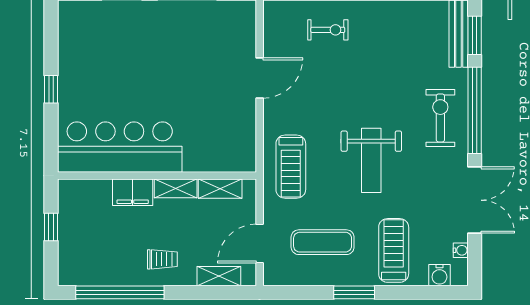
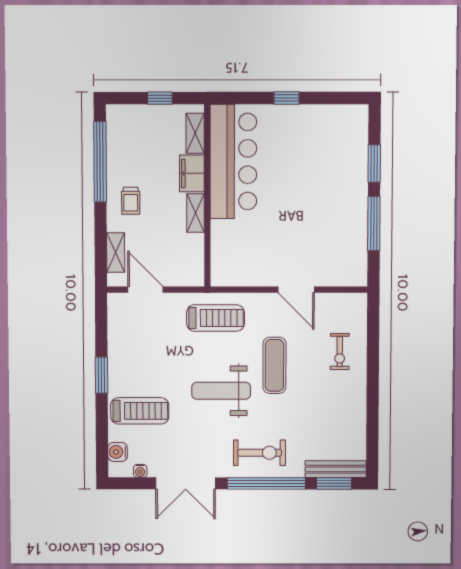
treadmill: (291, 167) -> (215, 318), turned 180
shelving: (220, 189) -> (195, 133), moved
exercise mat: (323, 242) -> (274, 365), moved

